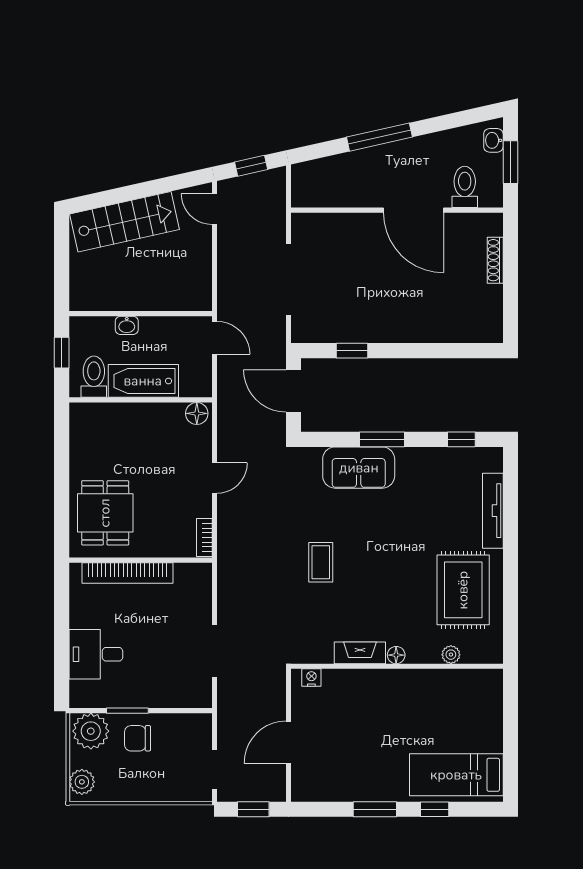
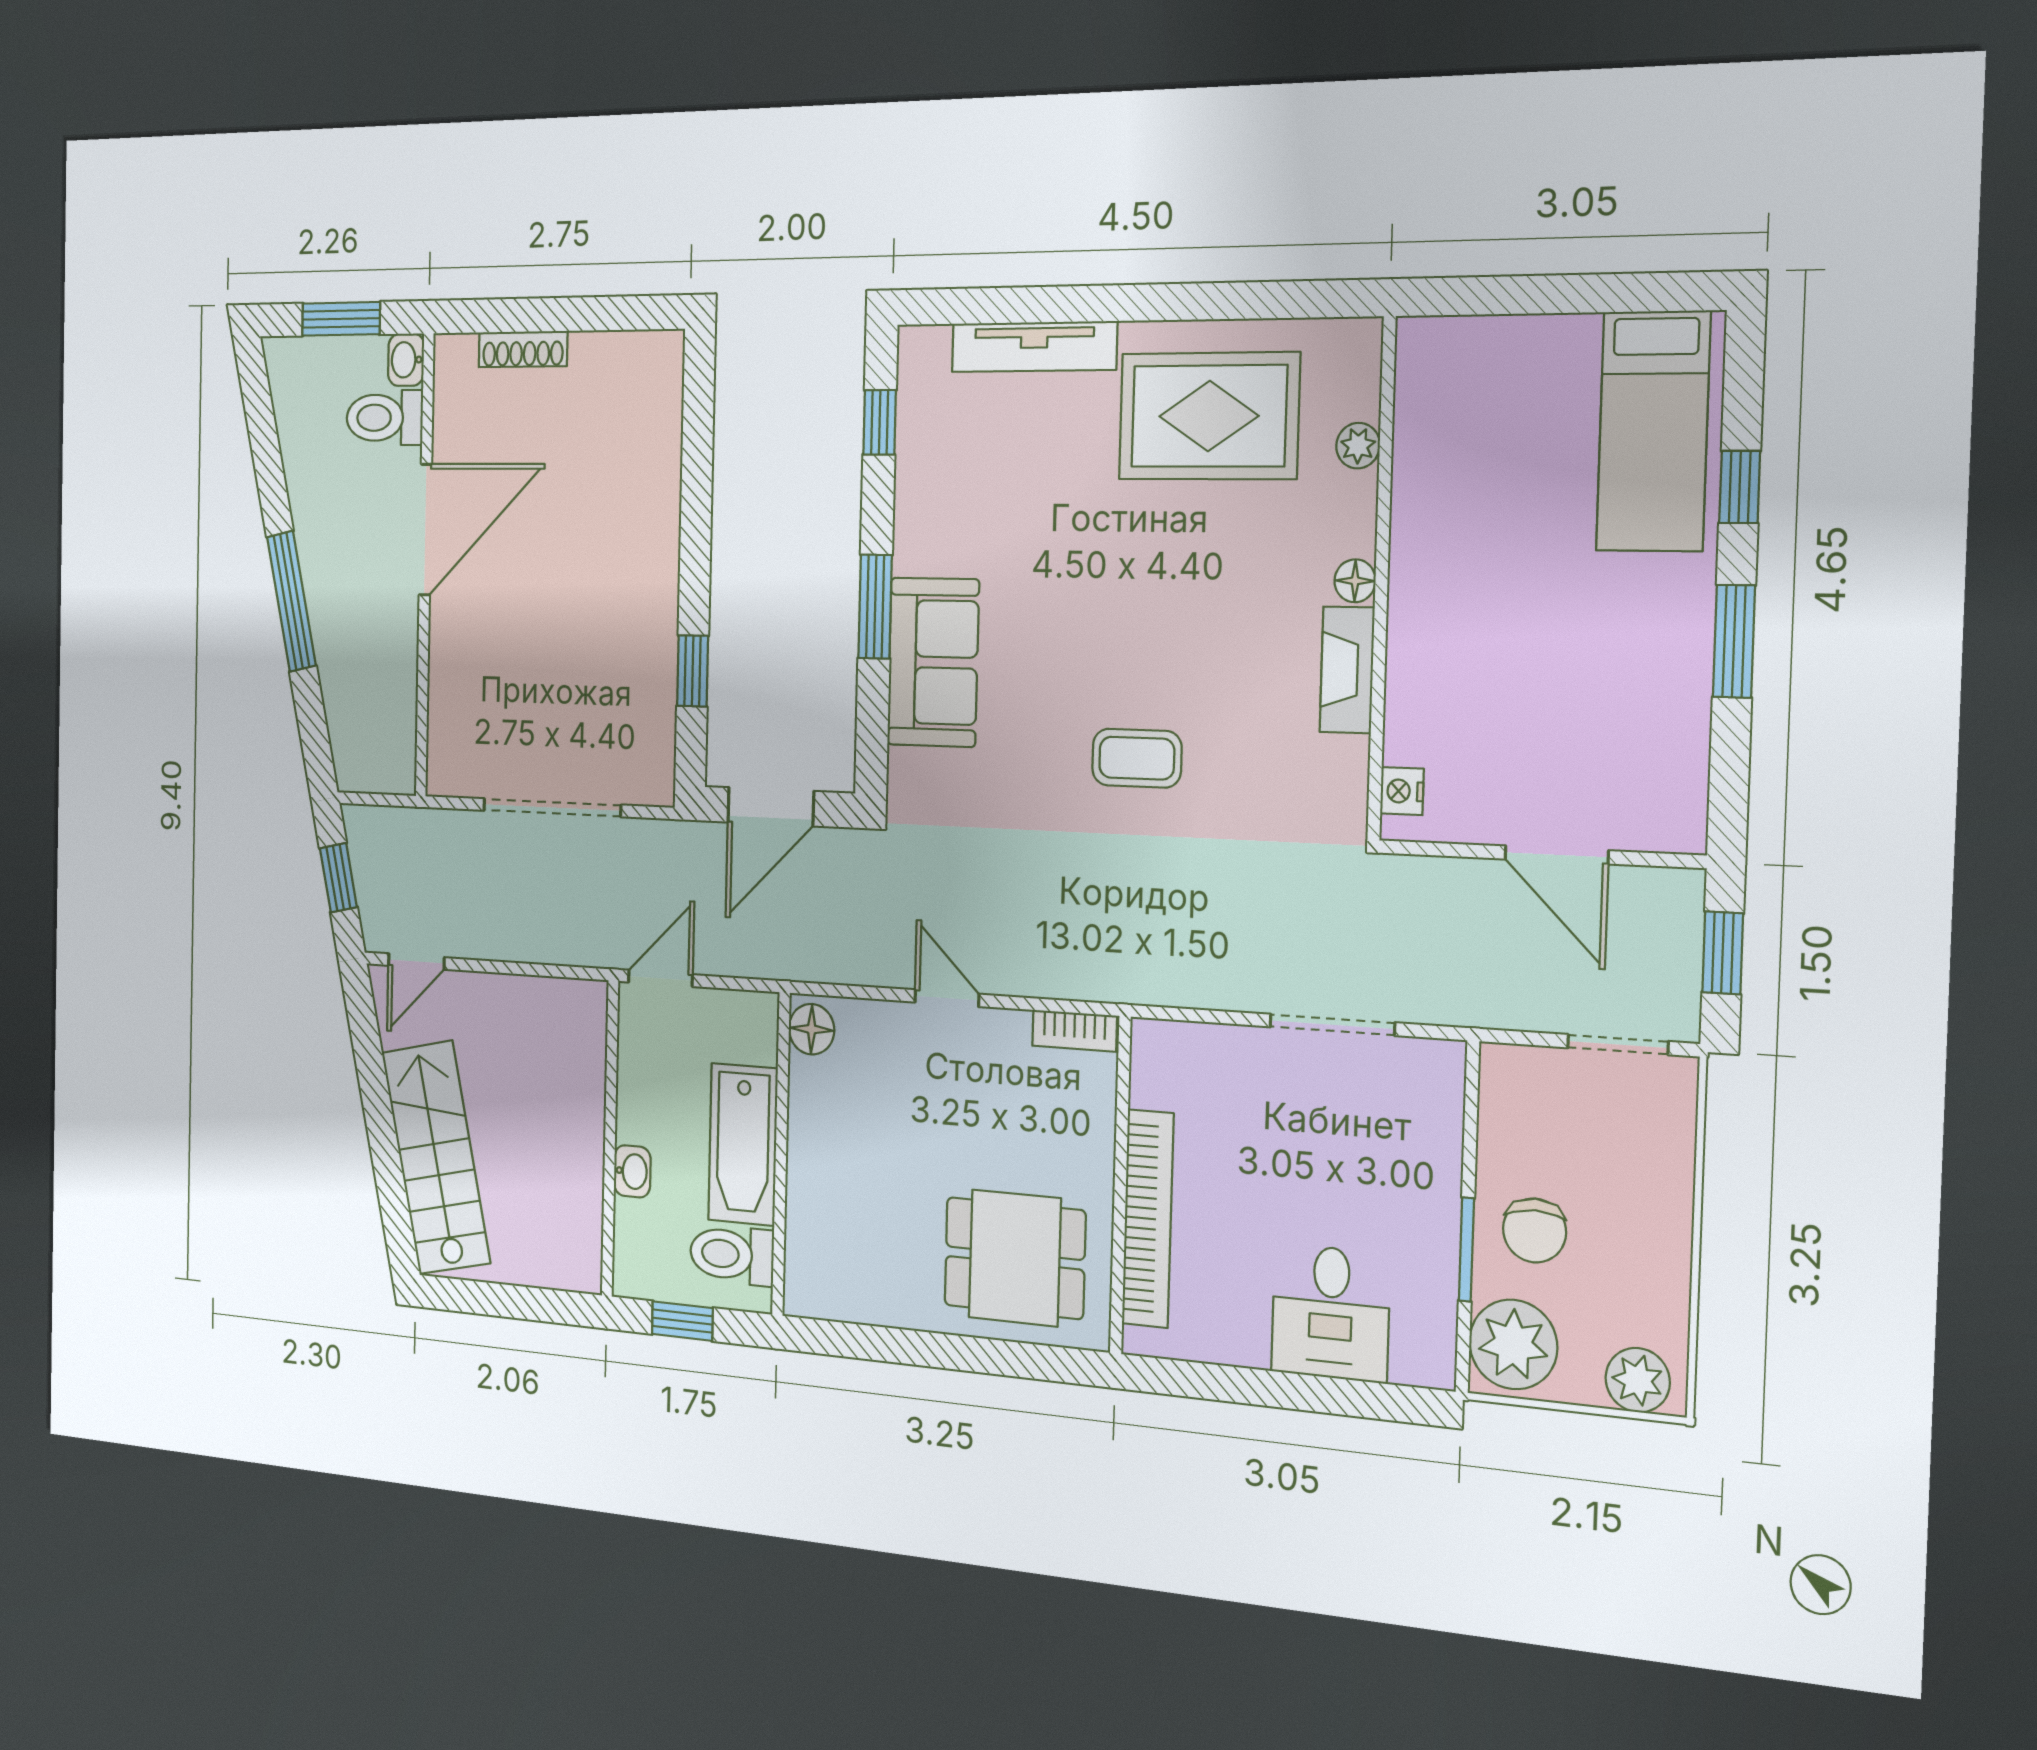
washbasin: (493, 140) -> (406, 360), moved, turned 90

